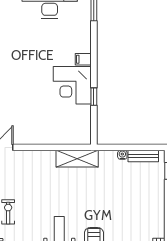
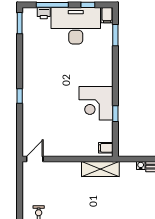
filing cabinet: (83, 59) -> (106, 148), moved

